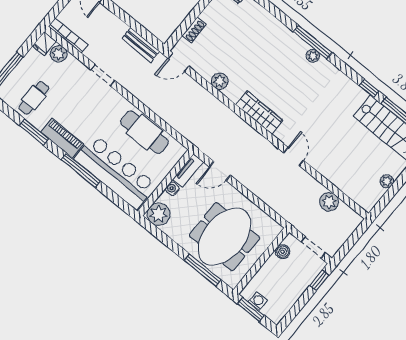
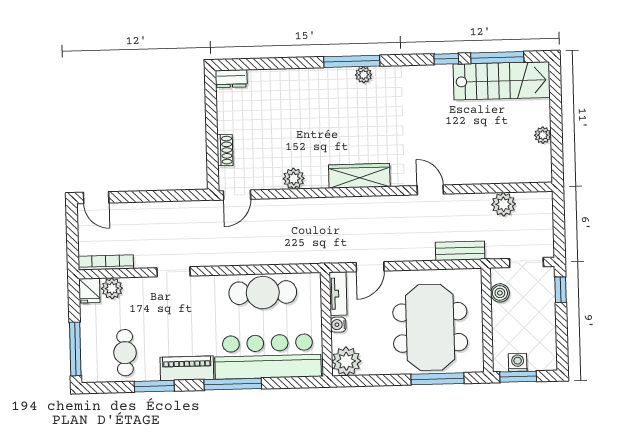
bench: (141, 45) -> (460, 251), moved

